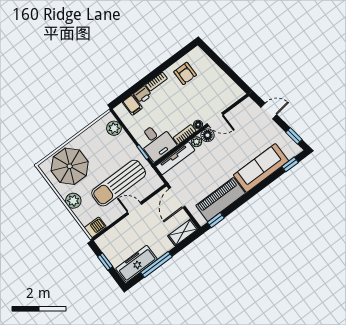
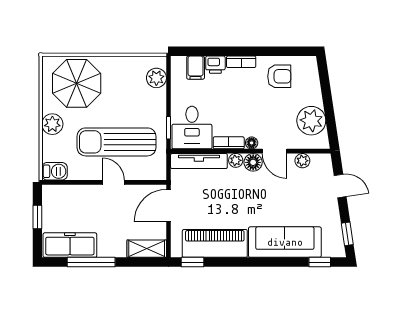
armchair: (185, 73) -> (279, 76), turned -90
plant: (223, 85) -> (311, 121), added
plant: (236, 113) -> (302, 161), added

